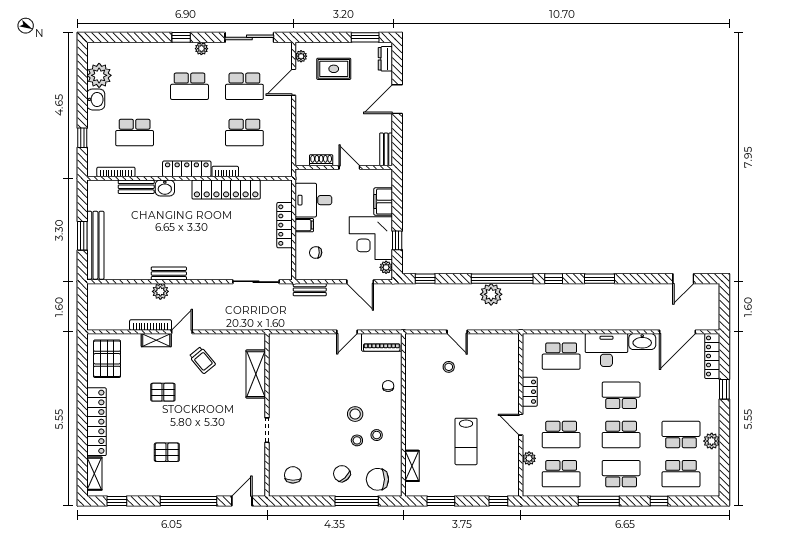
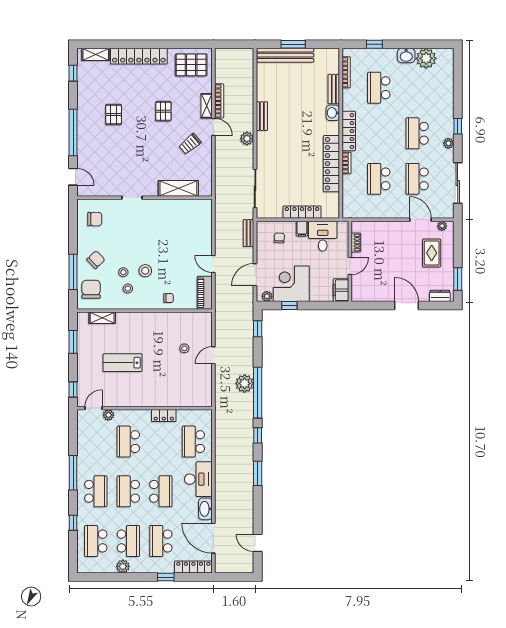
bench: (386, 149) -> (365, 296), removed
filing cabinet: (383, 202) -> (341, 290), moved, turned -90
plant: (160, 291) -> (247, 139), moved
door: (521, 425) -> (94, 408), moved
school desk: (561, 474) -> (161, 541), moved

